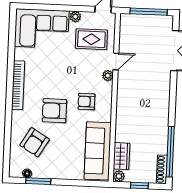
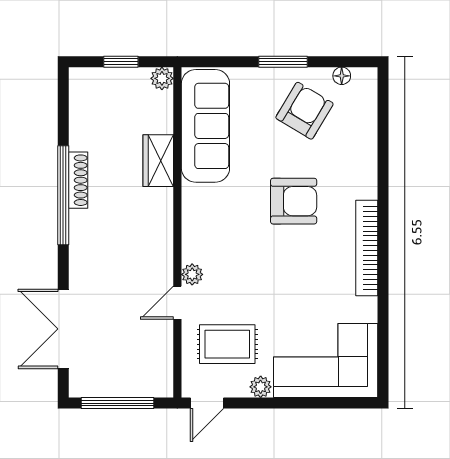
armchair: (86, 102) -> (232, 222), removed
armchair: (35, 142) -> (304, 111), moved
window: (170, 152) -> (63, 195), moved
wardrobe: (122, 156) -> (158, 161), moved
shoe rack: (162, 169) -> (78, 180), moved
window: (38, 181) -> (283, 62), moved

